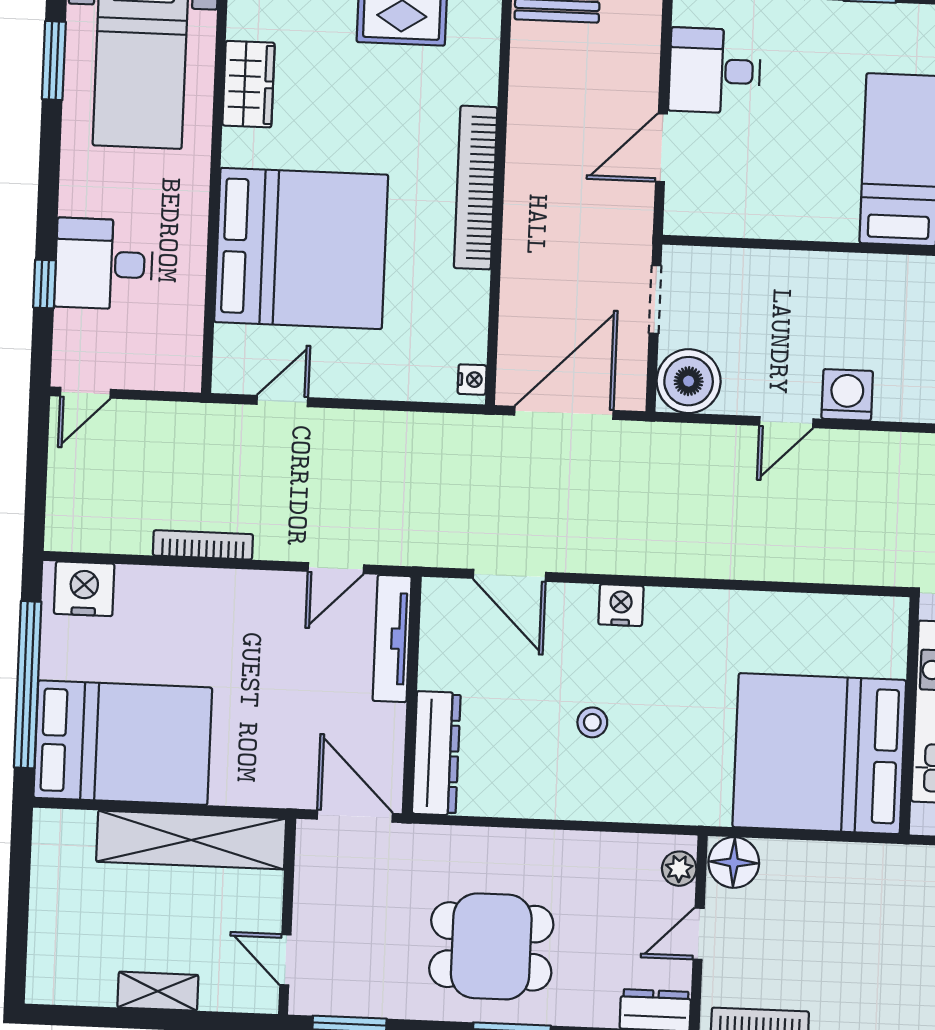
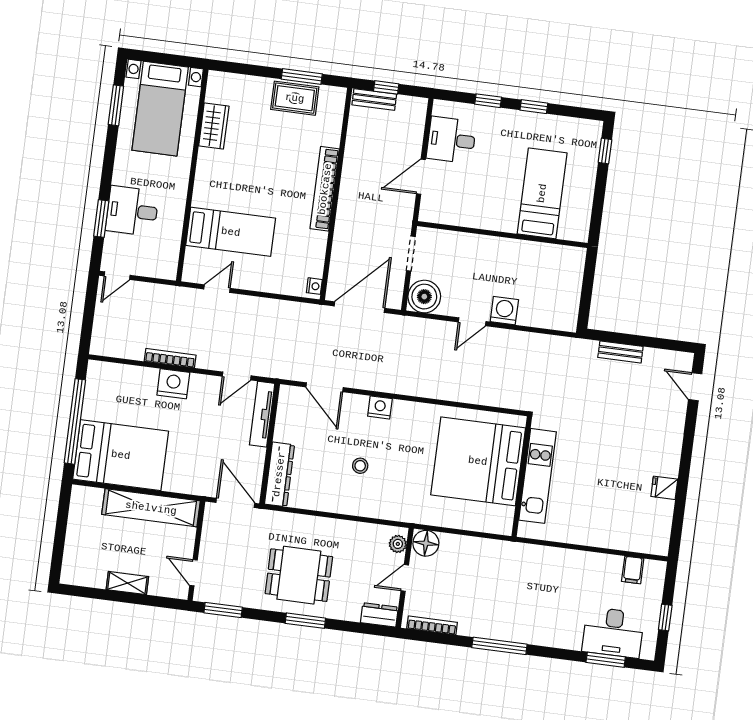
bed: (301, 248) -> (231, 232), width x0.49
window: (44, 284) -> (101, 219), width x1.50
nightstand: (84, 589) -> (173, 384), moved
bed: (819, 754) -> (478, 461), moved

